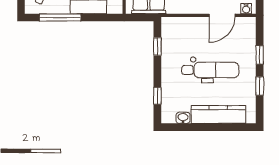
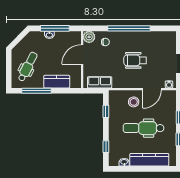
stool: (196, 33) -> (134, 102), added
dental chair: (210, 70) -> (143, 128), turned 180

